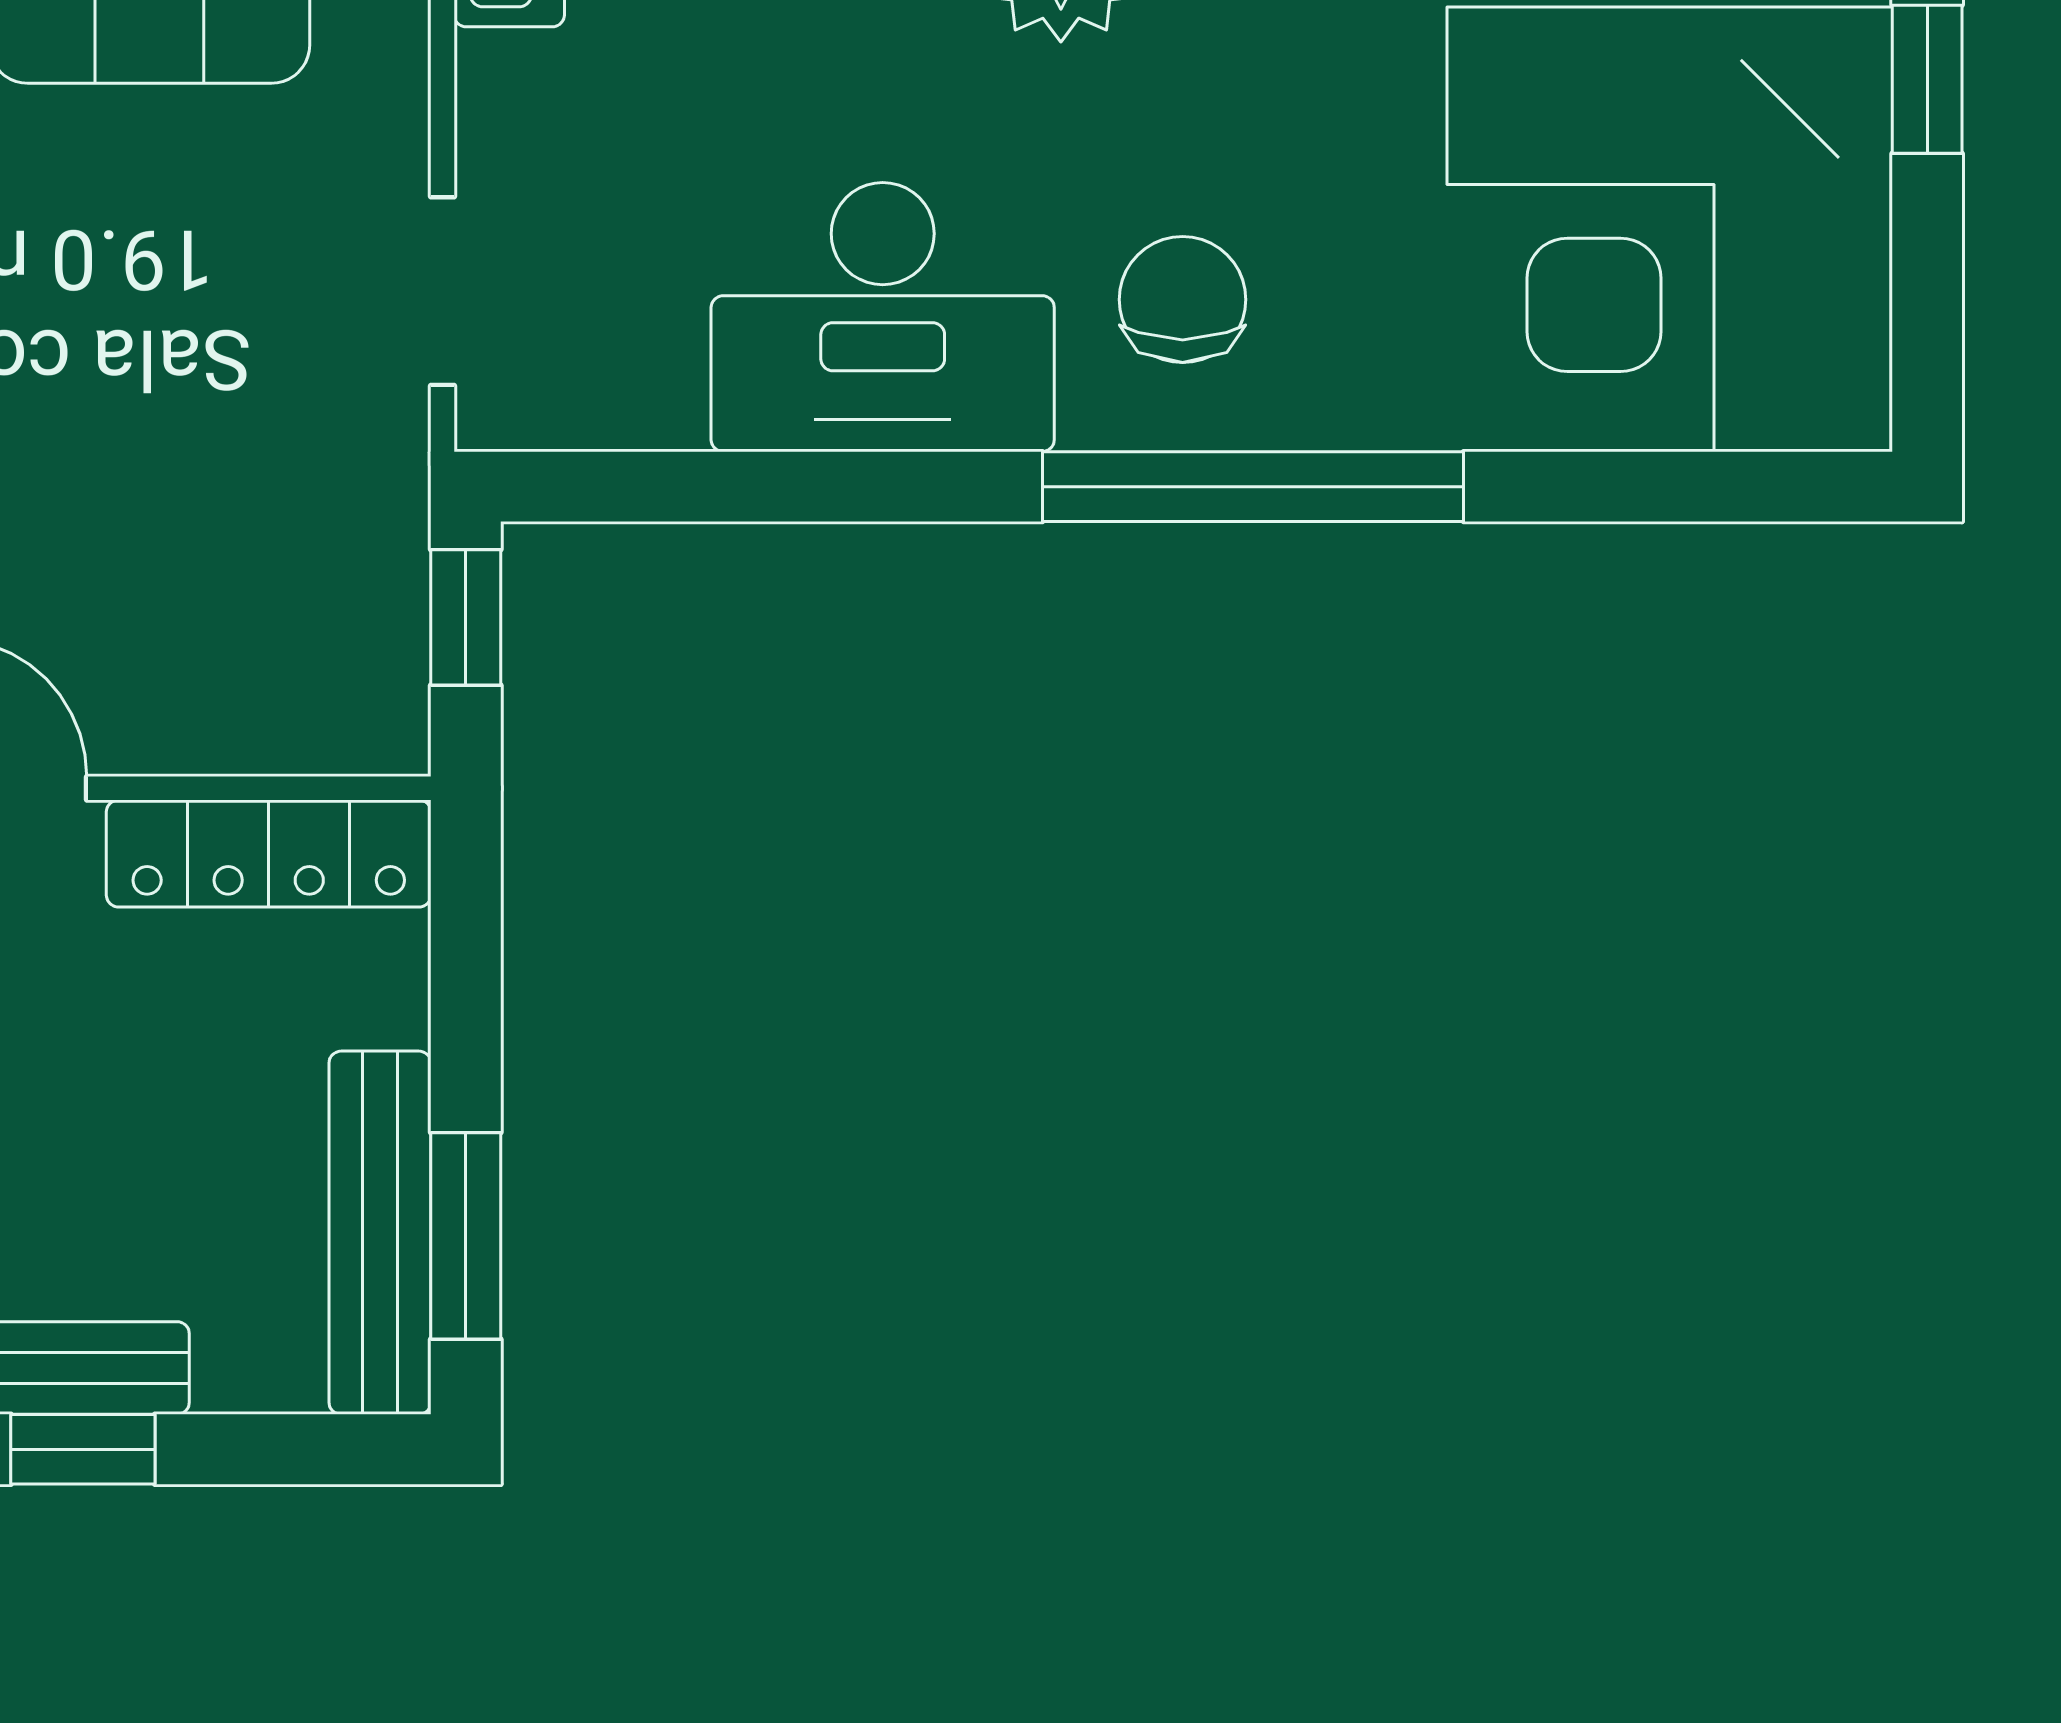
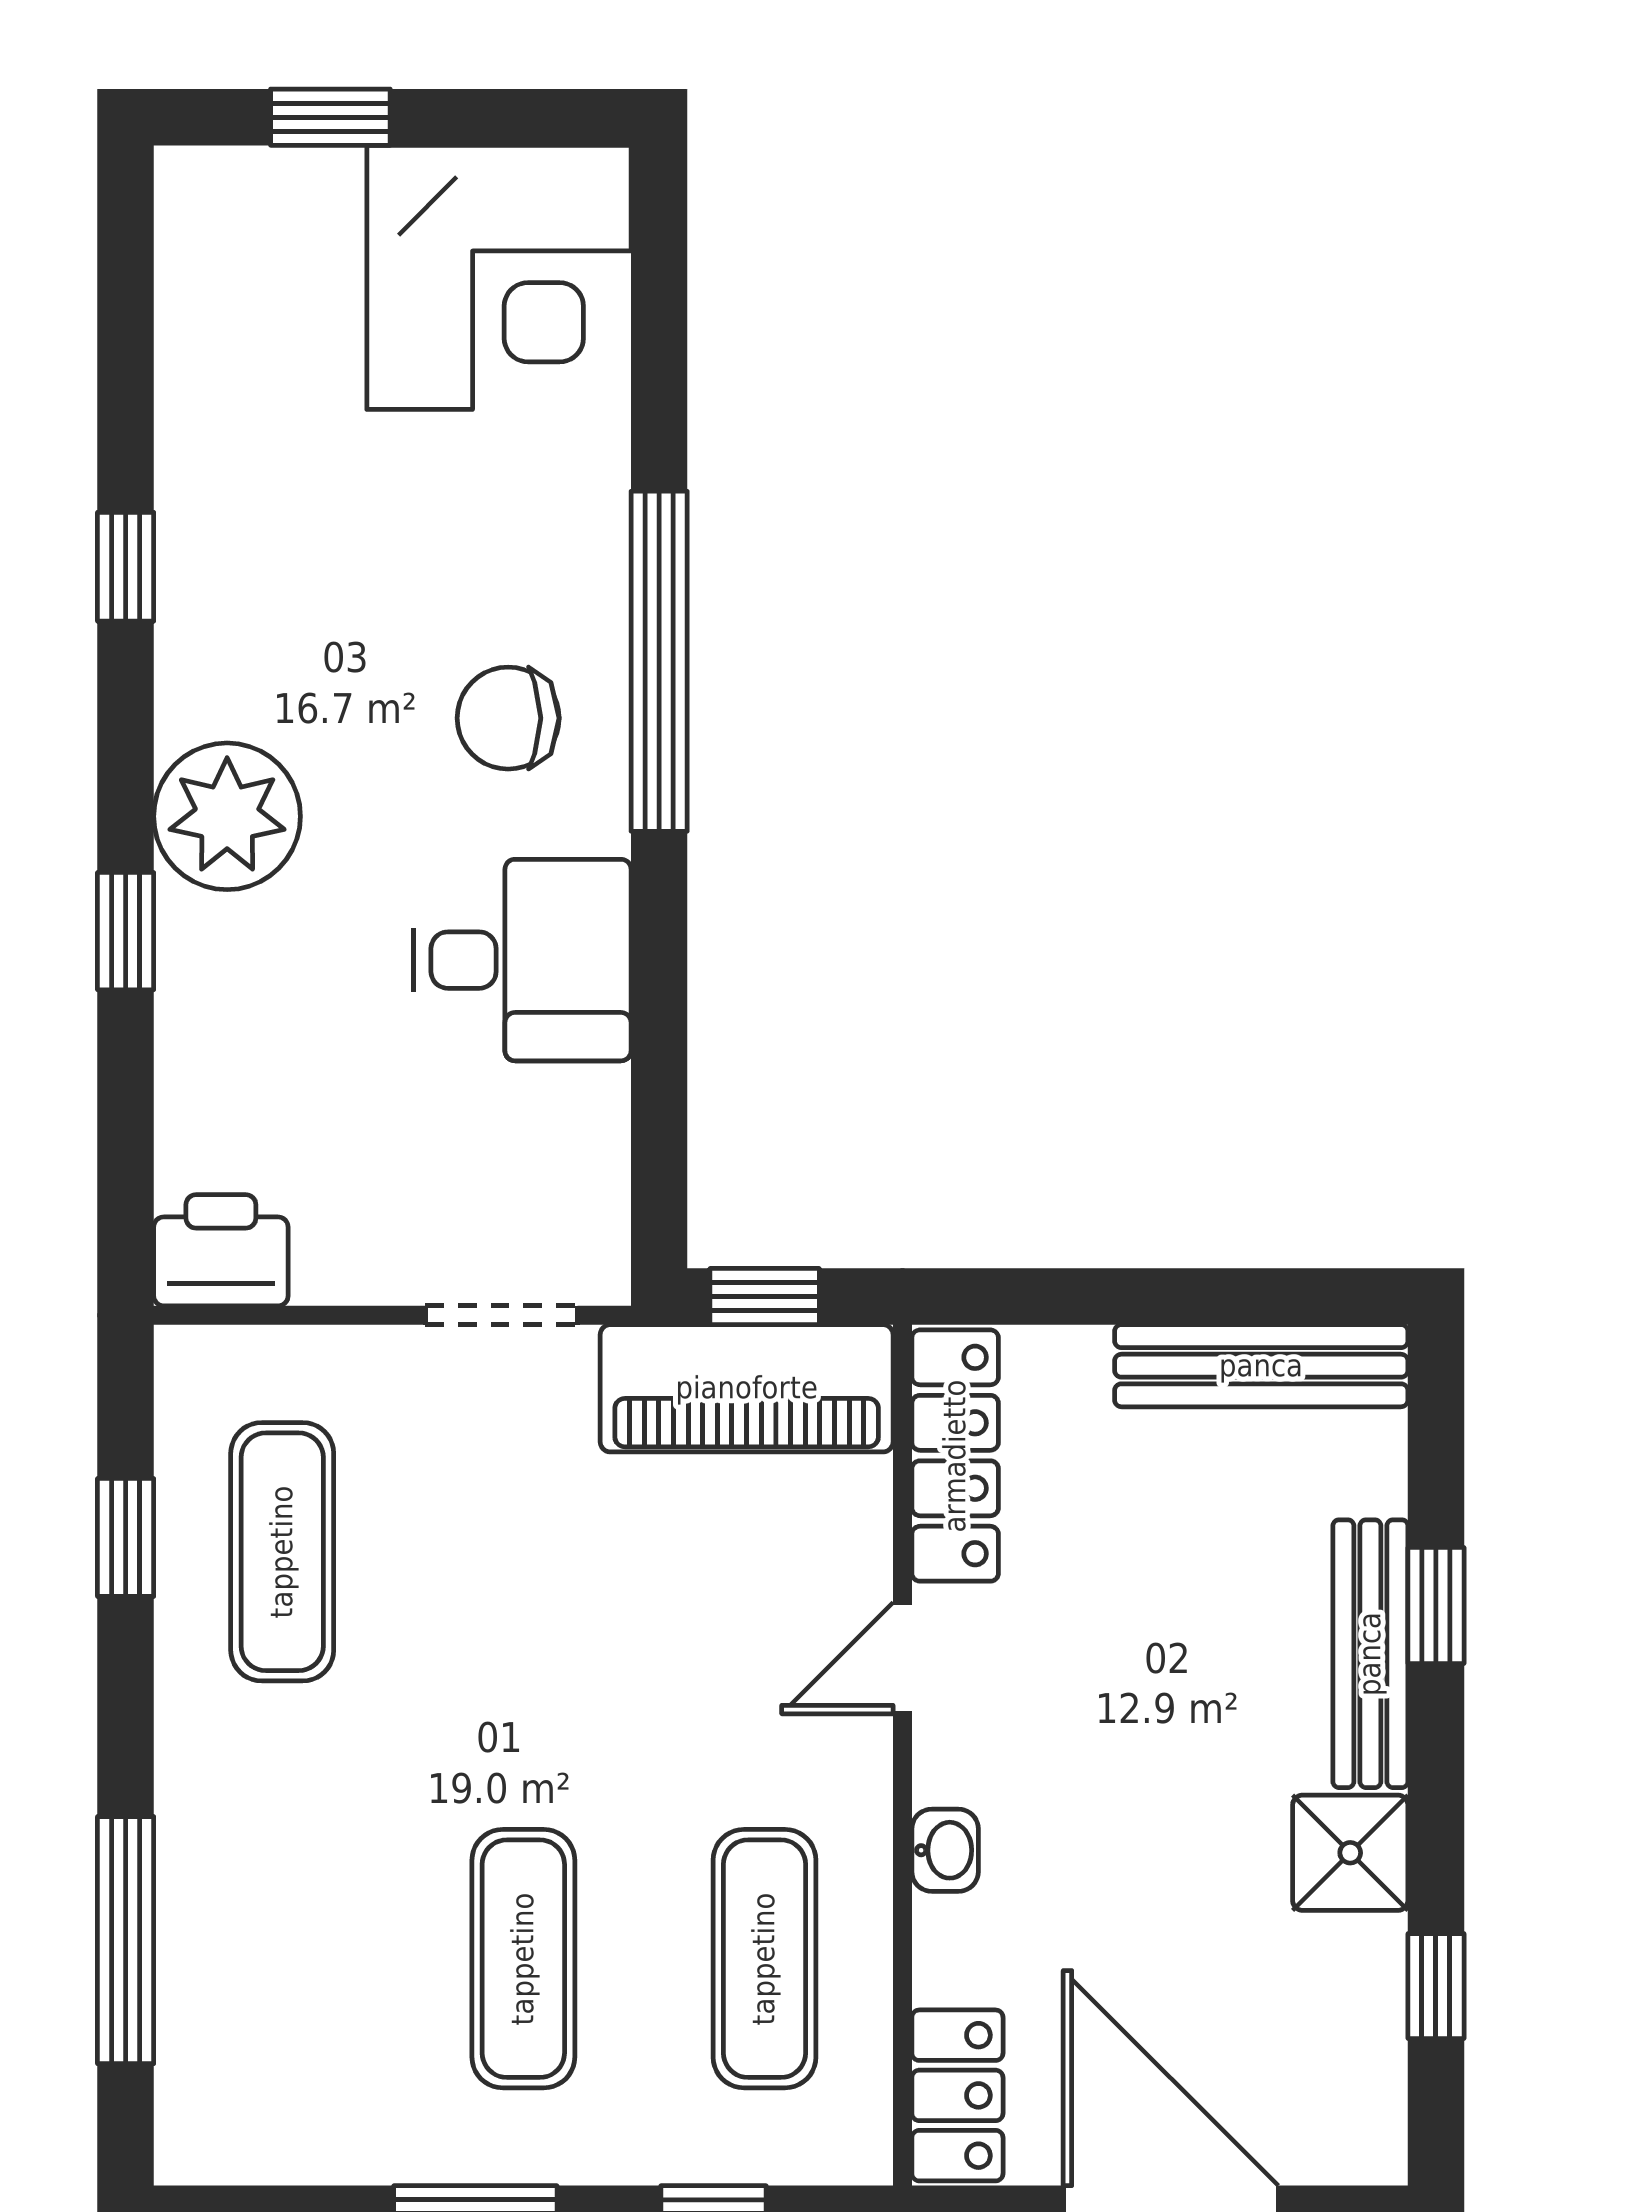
corner desk: (1670, 229) -> (499, 277), width x0.74, depth x0.74
desk: (883, 317) -> (522, 960), width x0.73
piano: (352, 595) -> (747, 1388), added
window: (466, 1236) -> (1264, 1297), removed

